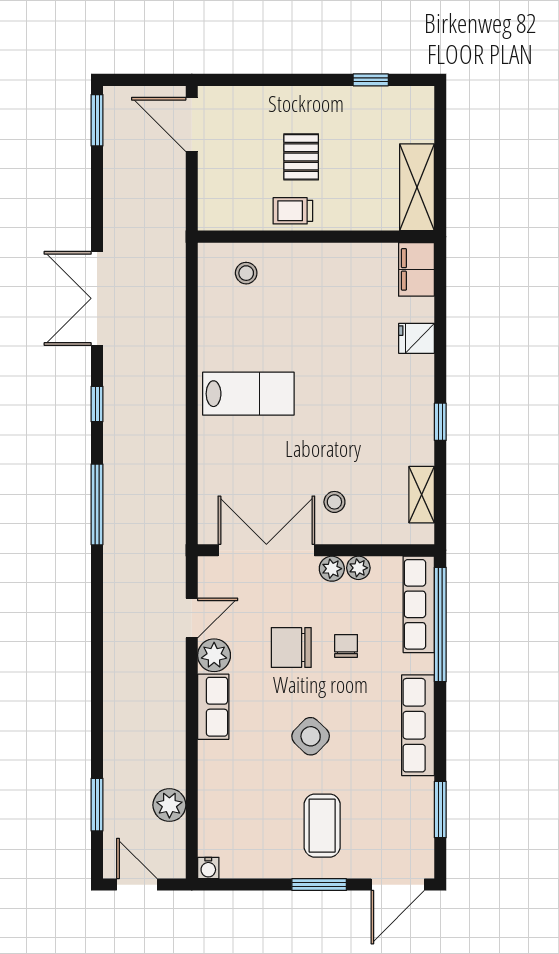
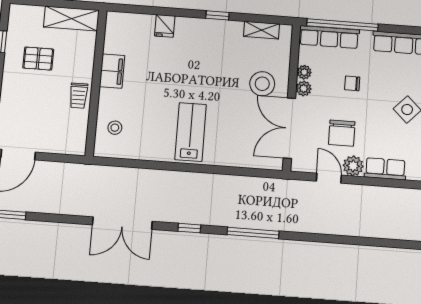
pallet: (301, 157) -> (38, 59), moved
filing cabinet: (416, 269) -> (112, 71), moved, turned -90
stool: (334, 502) -> (262, 84), width x1.89, depth x1.89
chair: (291, 647) -> (342, 133), moved

